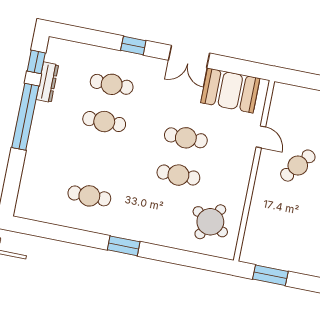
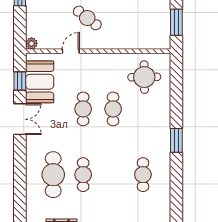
window: (133, 46) -> (20, 81), moved
cafe table: (112, 84) -> (53, 175), width x1.37, depth x1.35
plant: (280, 90) -> (31, 43), added
round table: (210, 222) -> (144, 77), turned -30

